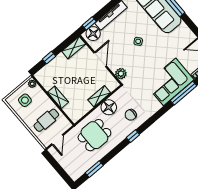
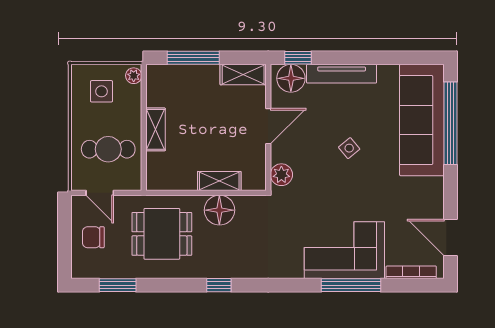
window: (49, 58) -> (193, 58), width x2.17
chair: (131, 115) -> (93, 237), moved
door: (57, 140) -> (100, 193), hinge flipped

